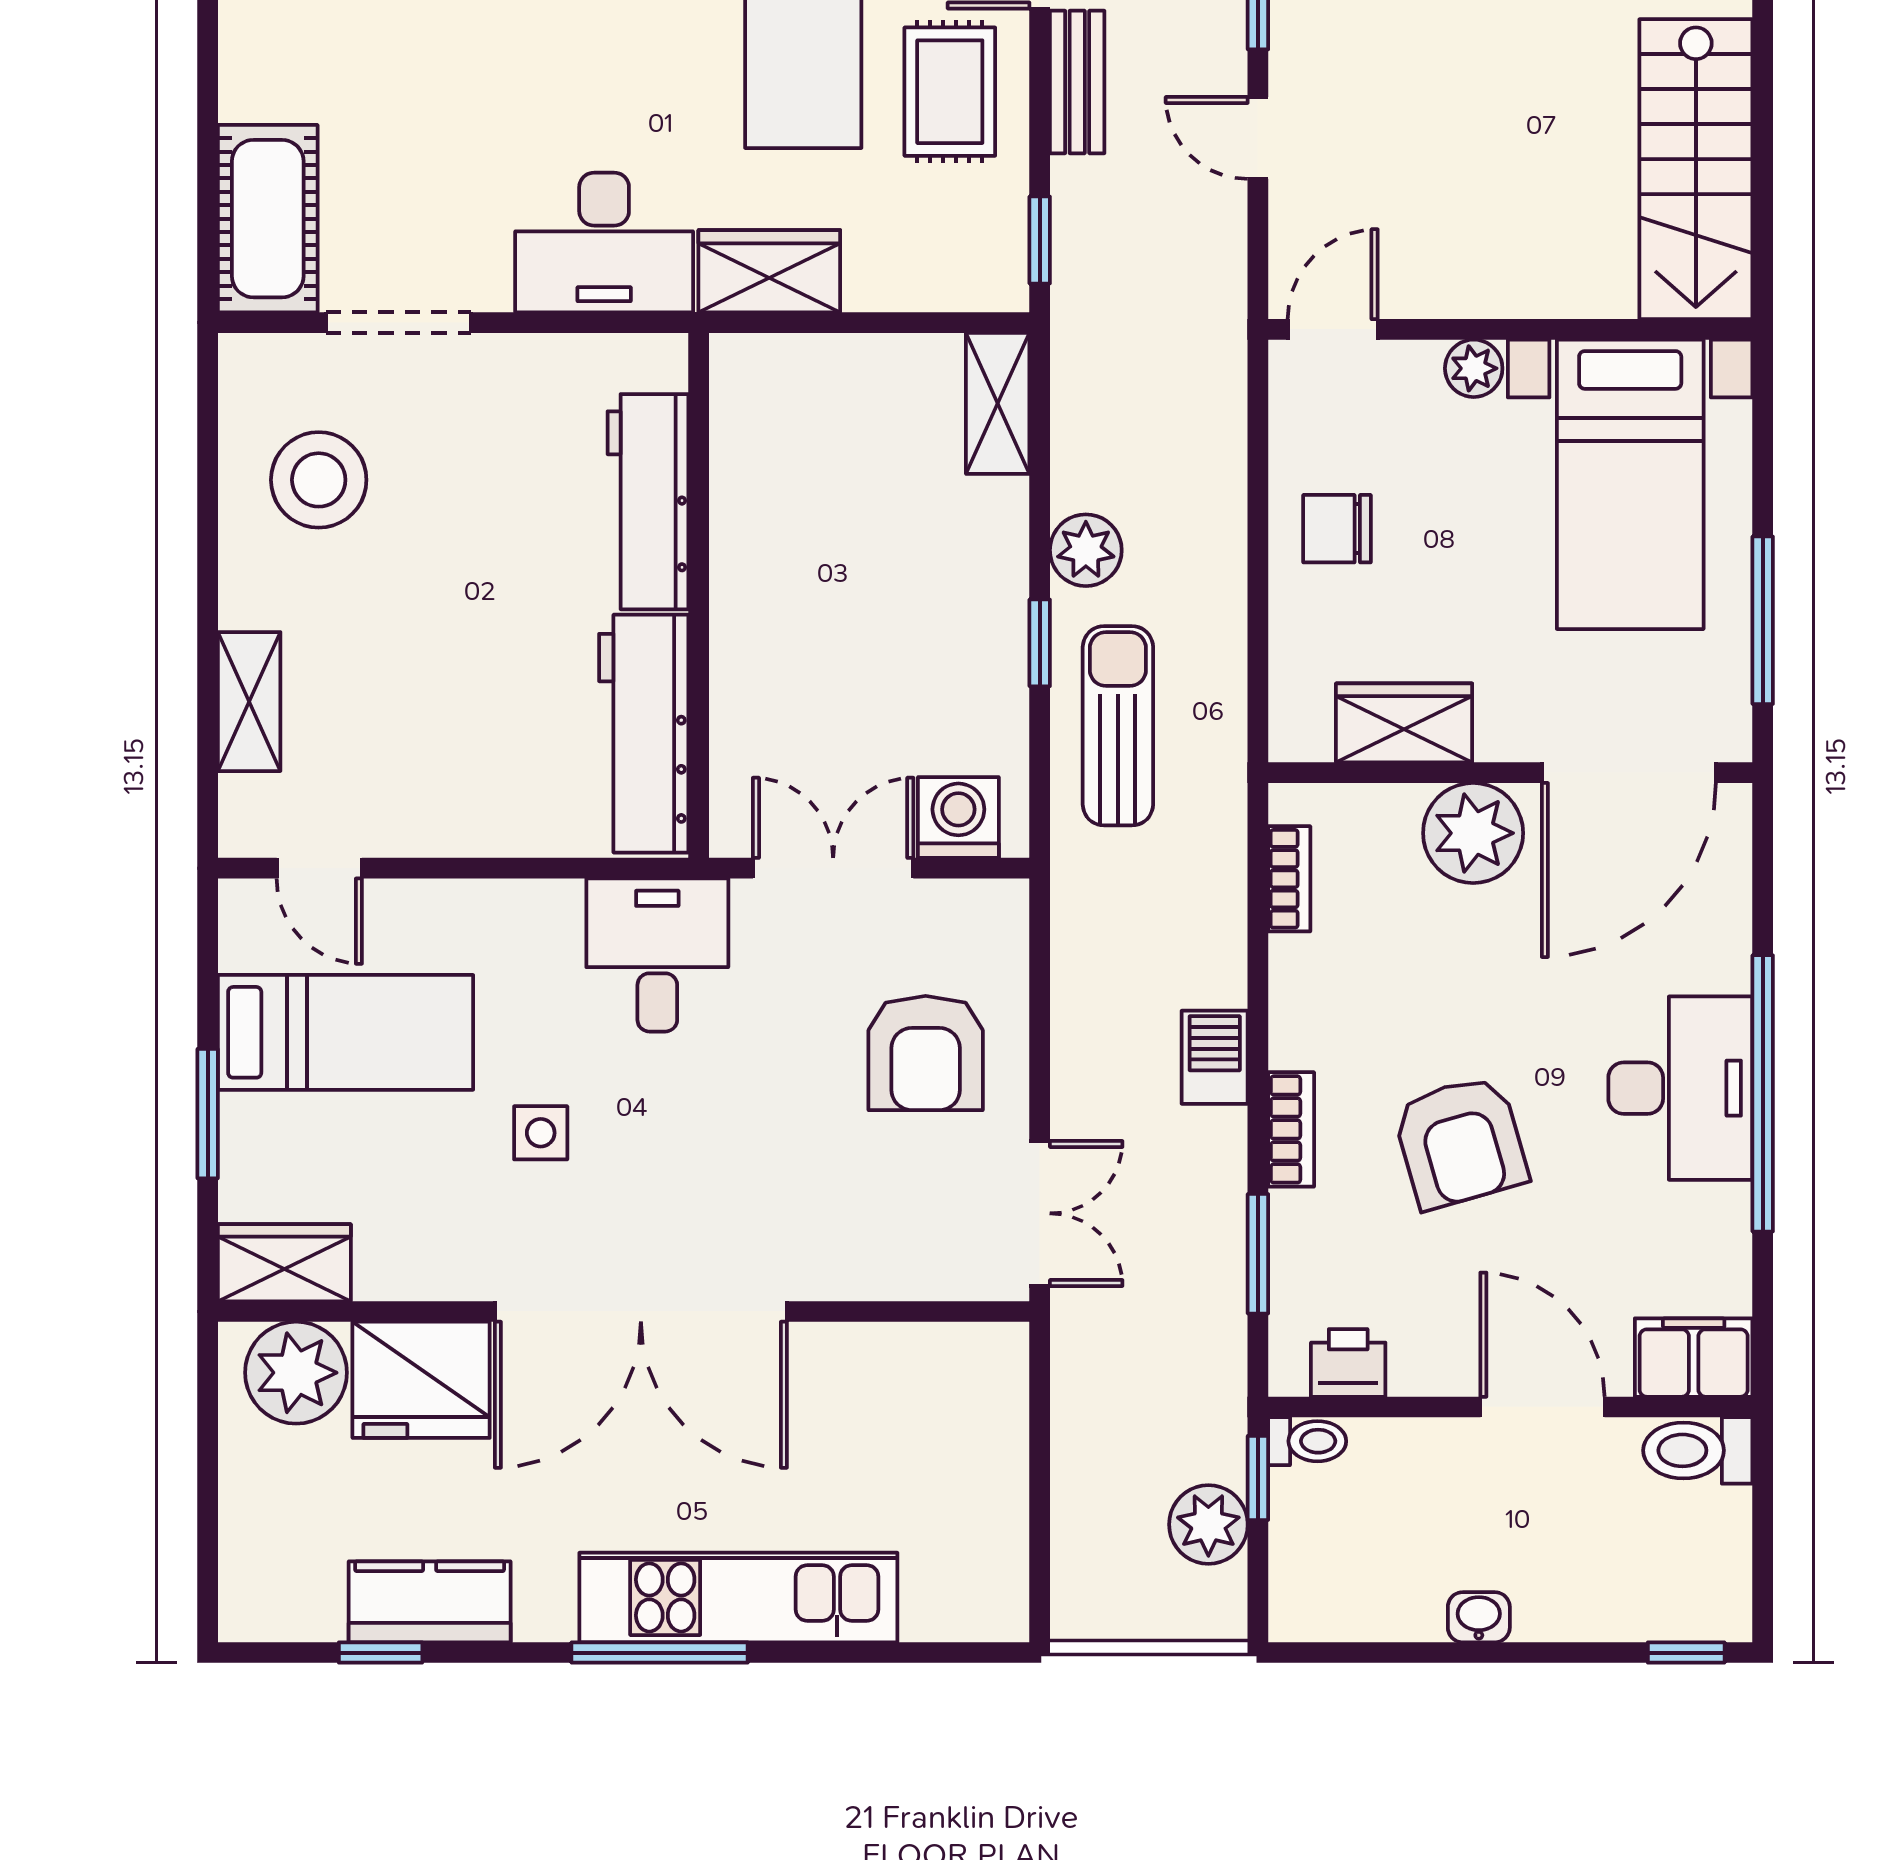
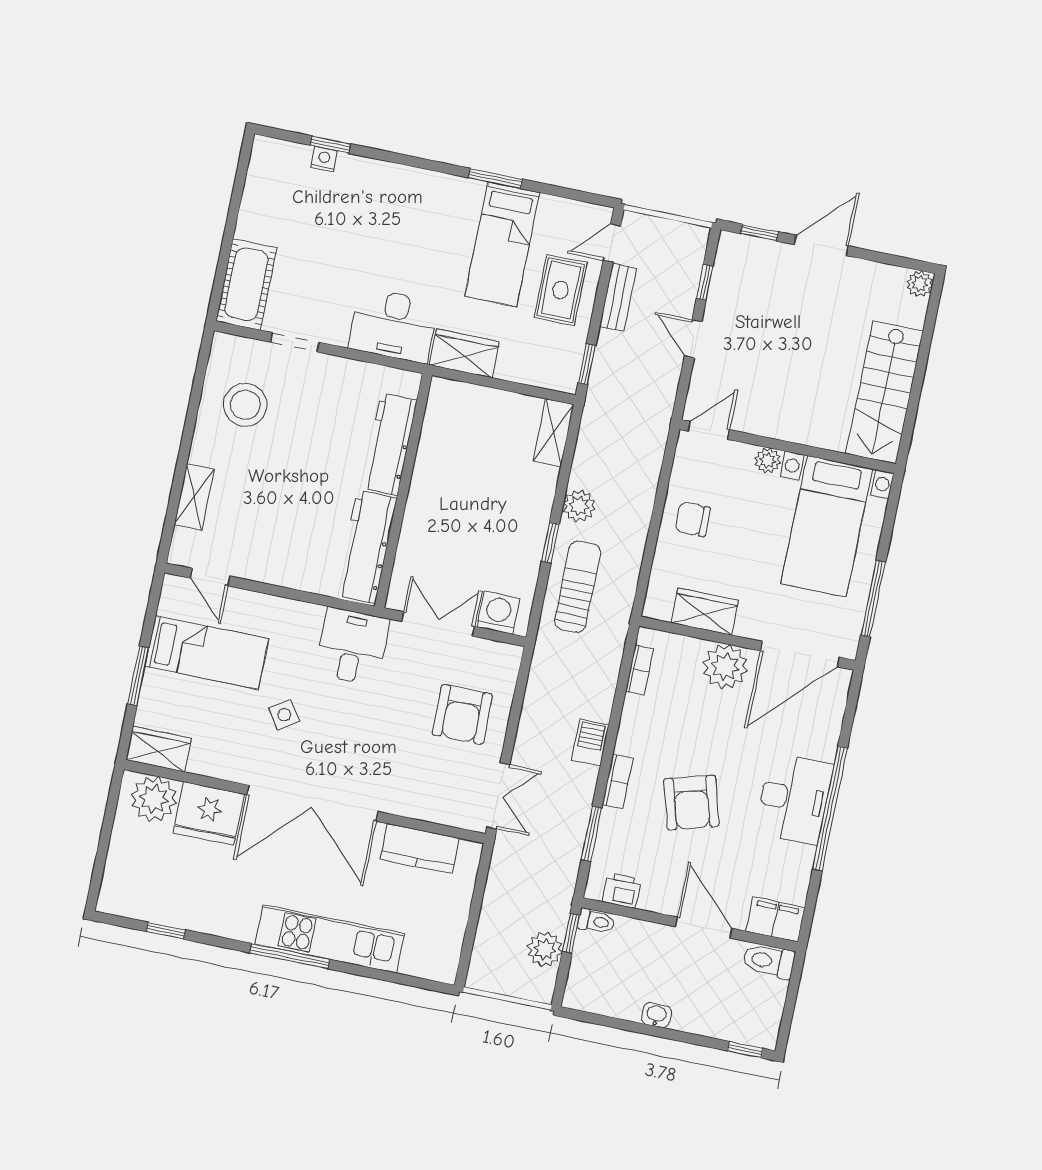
doorway: (398, 323) -> (295, 342), width x0.73
side table: (541, 1133) -> (284, 715), turned -34
kitchen counter: (430, 1602) -> (420, 849), moved, turned 180

